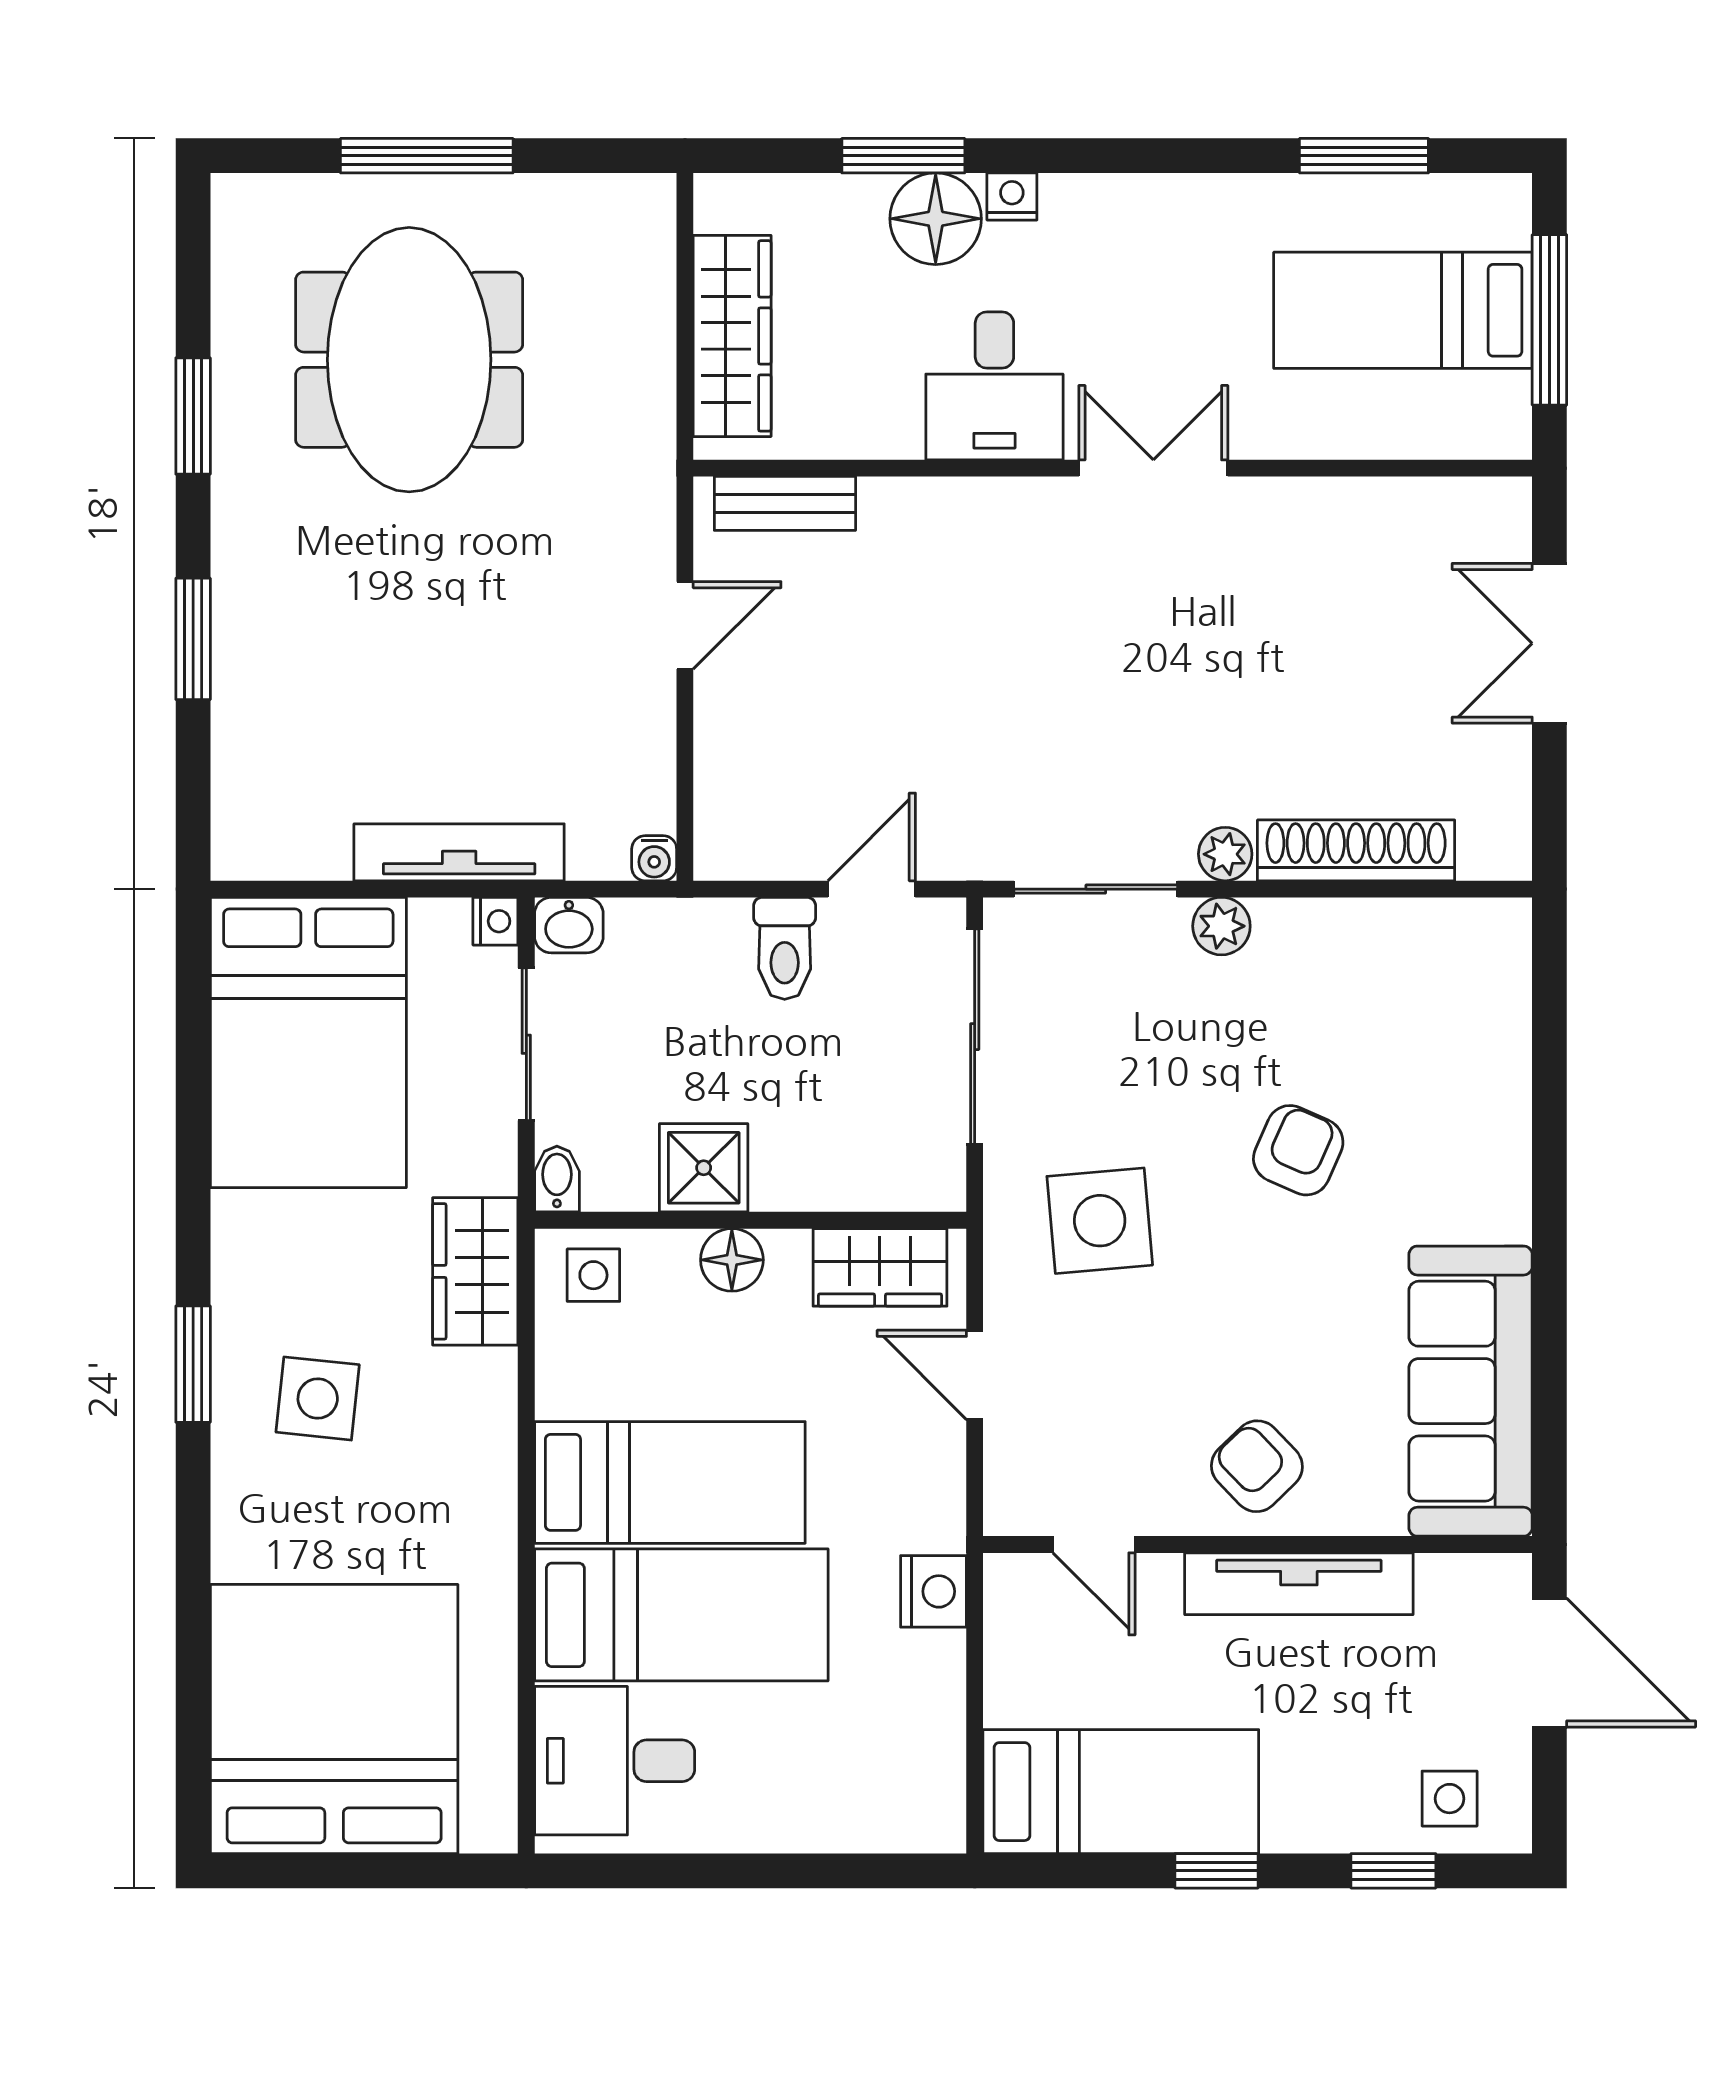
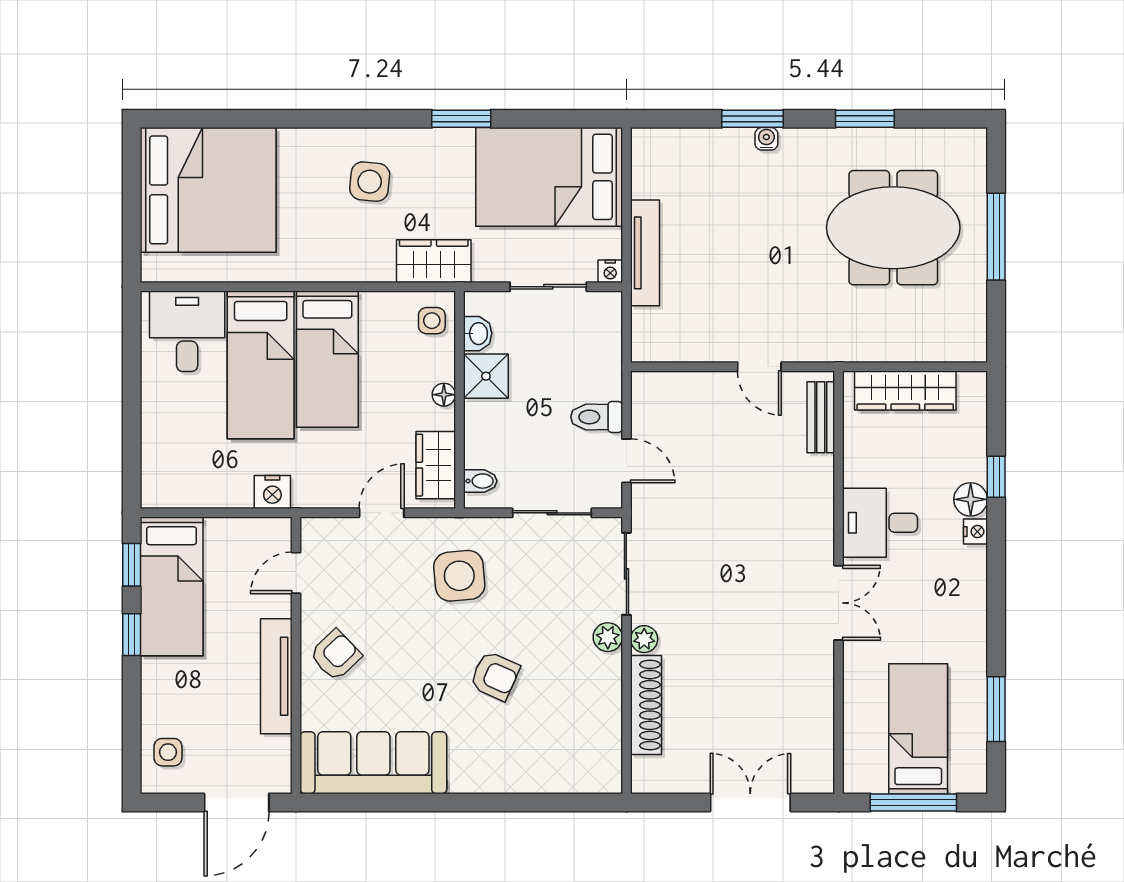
window: (903, 156) -> (996, 477), width x0.67
floor lamp: (936, 219) -> (971, 499), width x0.73, depth x0.73
water cooler: (654, 858) -> (766, 139), moved, turned 90
washbasin: (569, 925) -> (478, 334), moved, turned 180
sliding door: (975, 1037) -> (552, 513), width x0.73
bidet: (557, 1179) -> (480, 481), moved
floor lamp: (732, 1260) -> (444, 395), width x0.73, depth x0.73
window: (193, 1364) -> (461, 119), moved
window: (1393, 1871) -> (132, 565), moved

